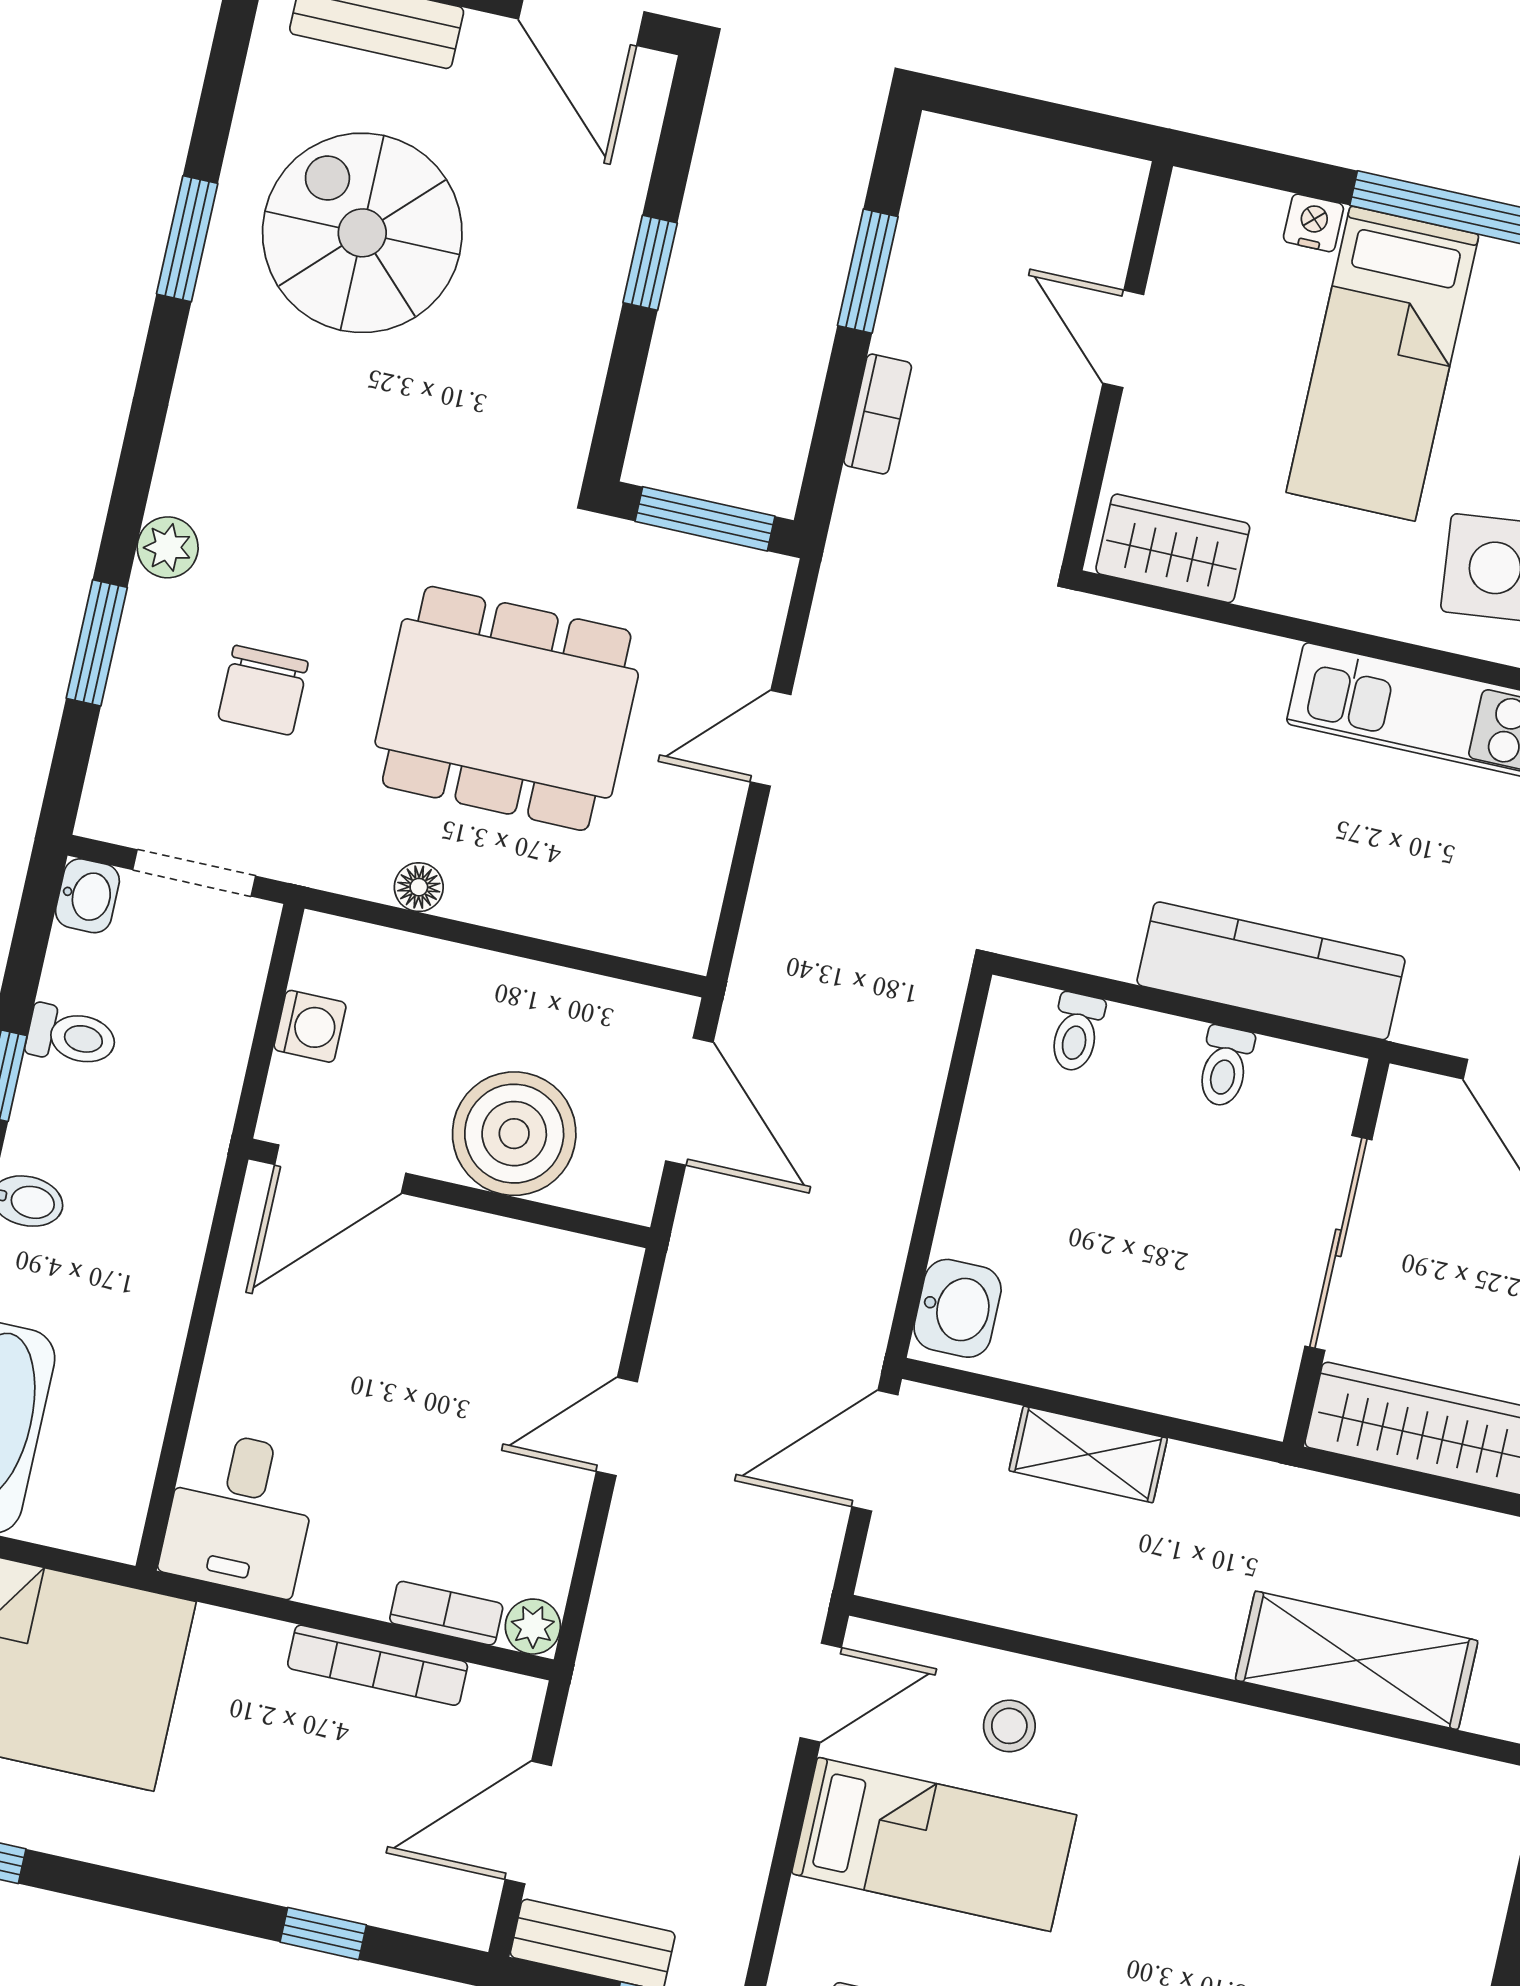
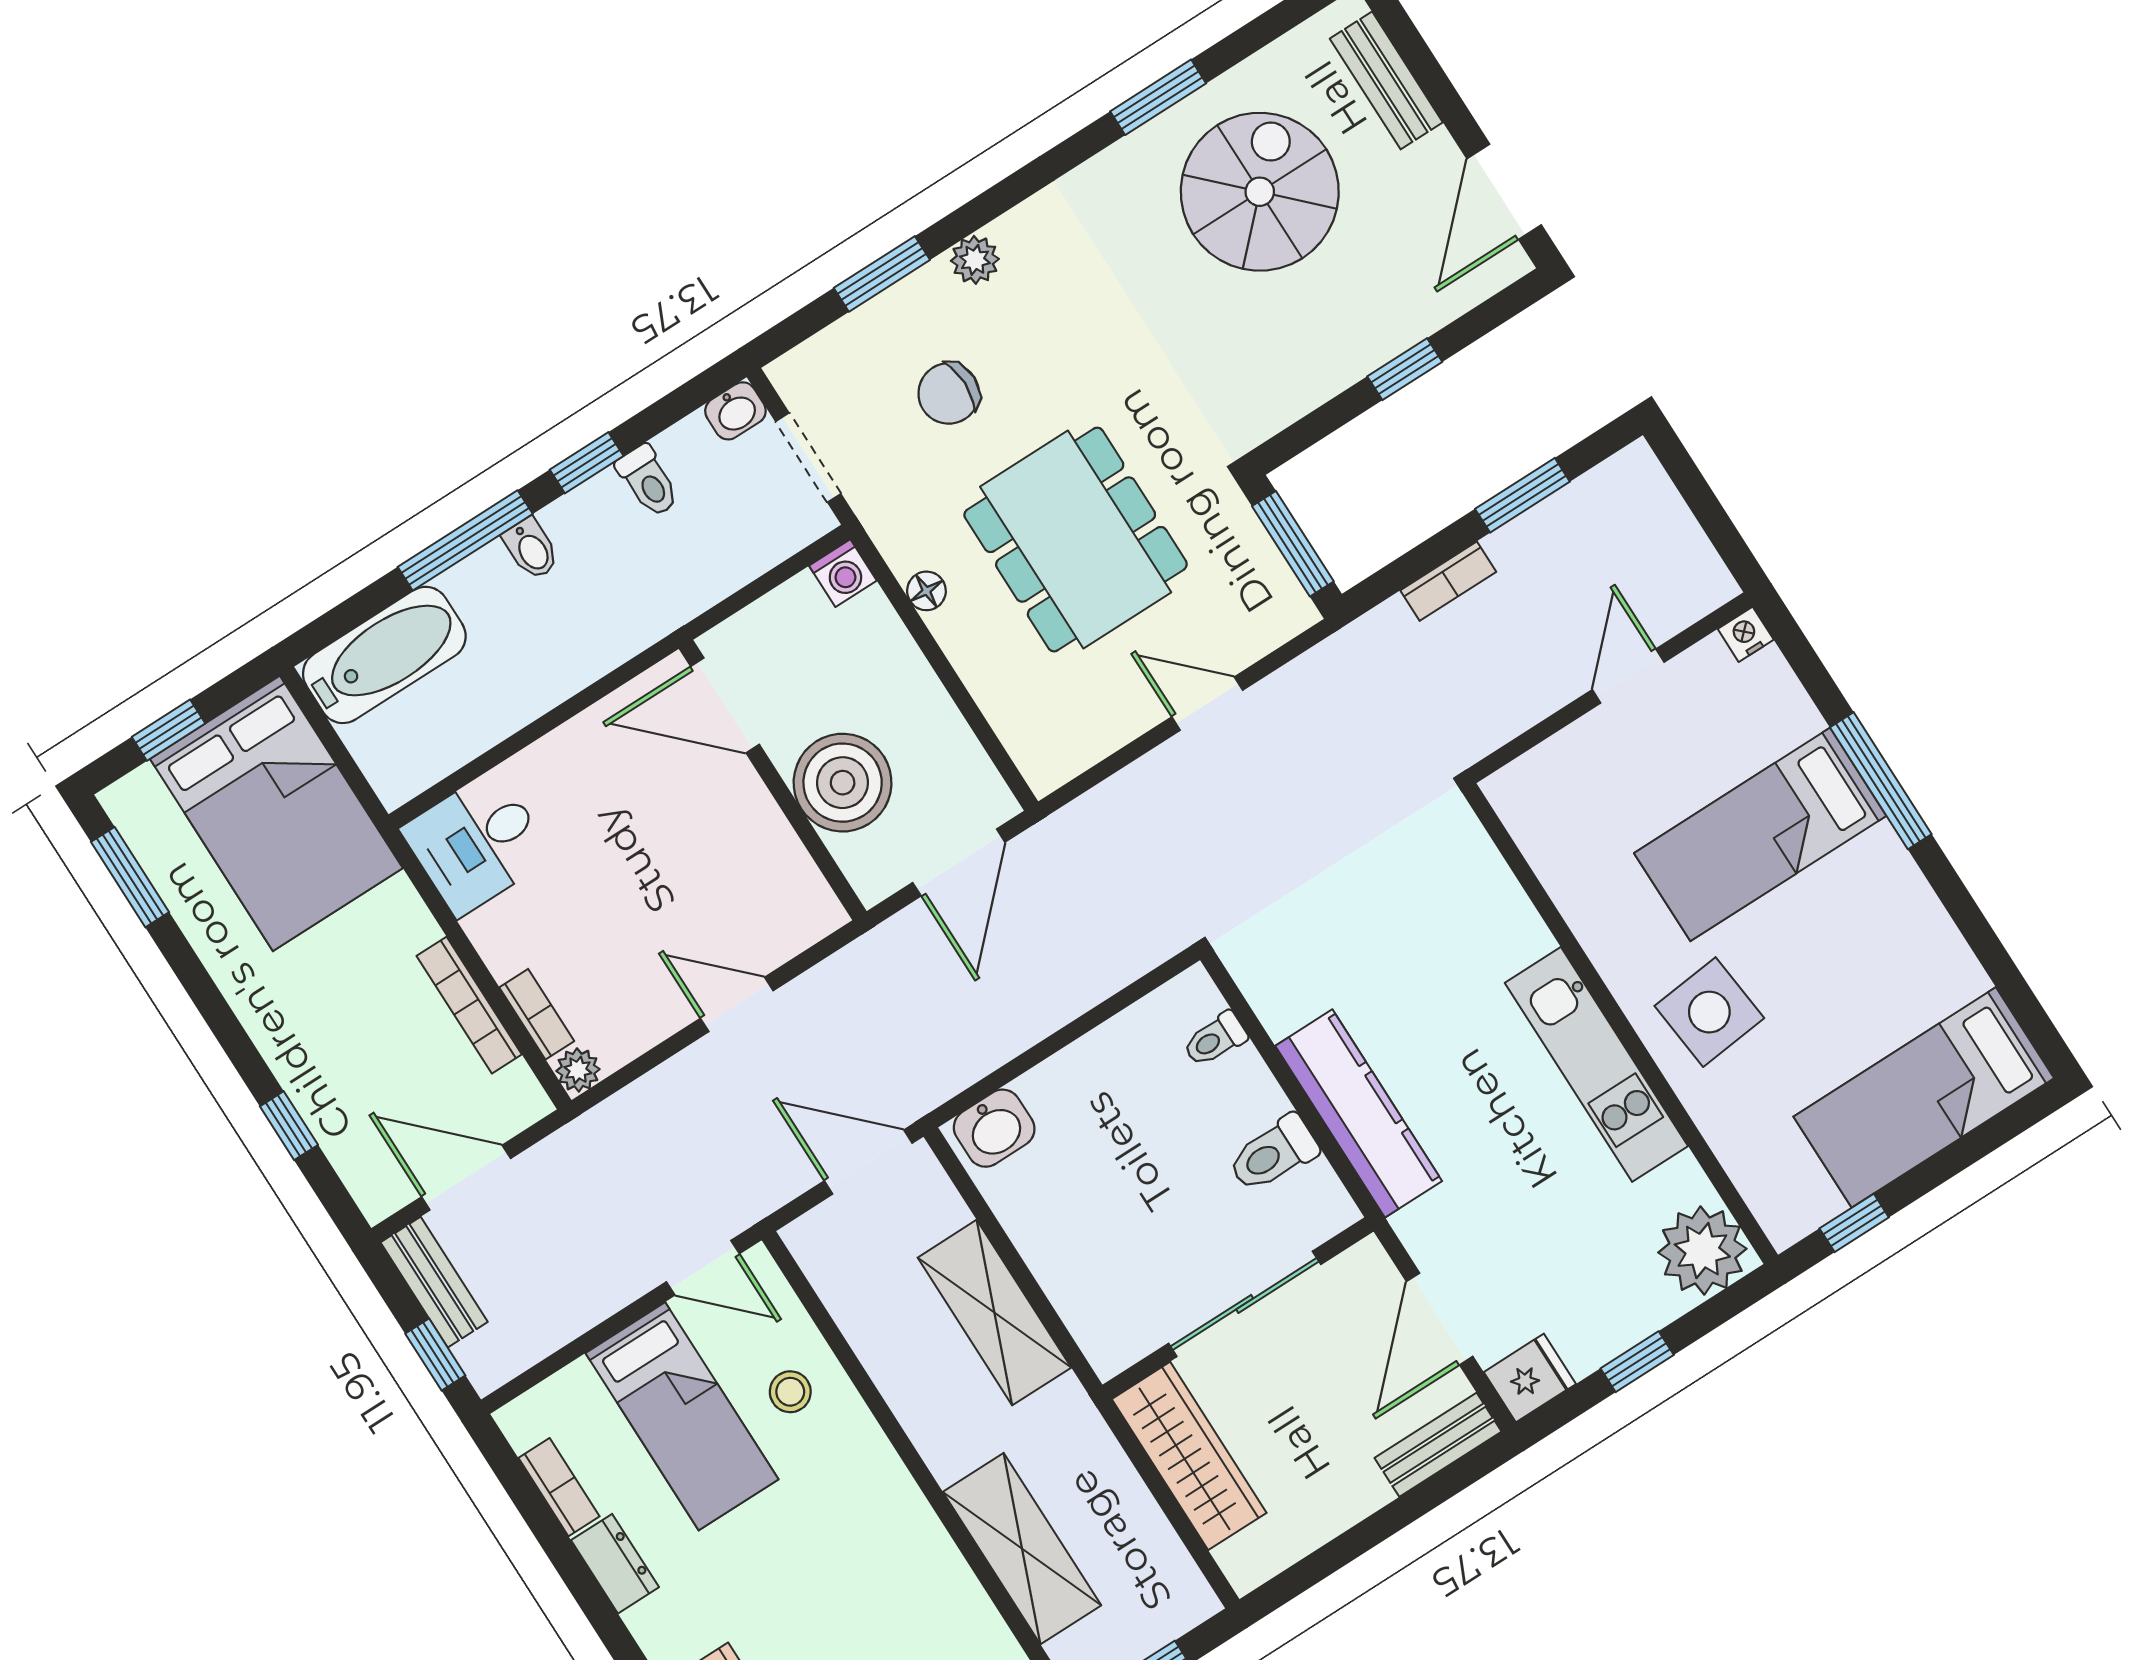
nightstand: (1313, 223) -> (1746, 634), moved, turned -90
wardrobe: (1173, 548) -> (1539, 821), removed
washing machine: (310, 1026) -> (843, 573), moved
toilet: (1225, 1066) -> (1273, 1154), width x1.37, depth x1.39
shelving: (1088, 1454) -> (994, 1313), width x1.50, depth x1.33

